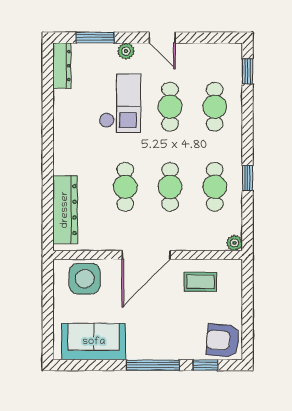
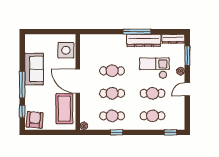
checkout: (120, 103) -> (154, 68), turned 180
window: (48, 138) -> (137, 32), added
dresser: (65, 210) -> (144, 40), moved
coffee table: (200, 282) -> (64, 109), width x1.86, depth x1.72
sofa: (94, 342) -> (34, 69), moved

